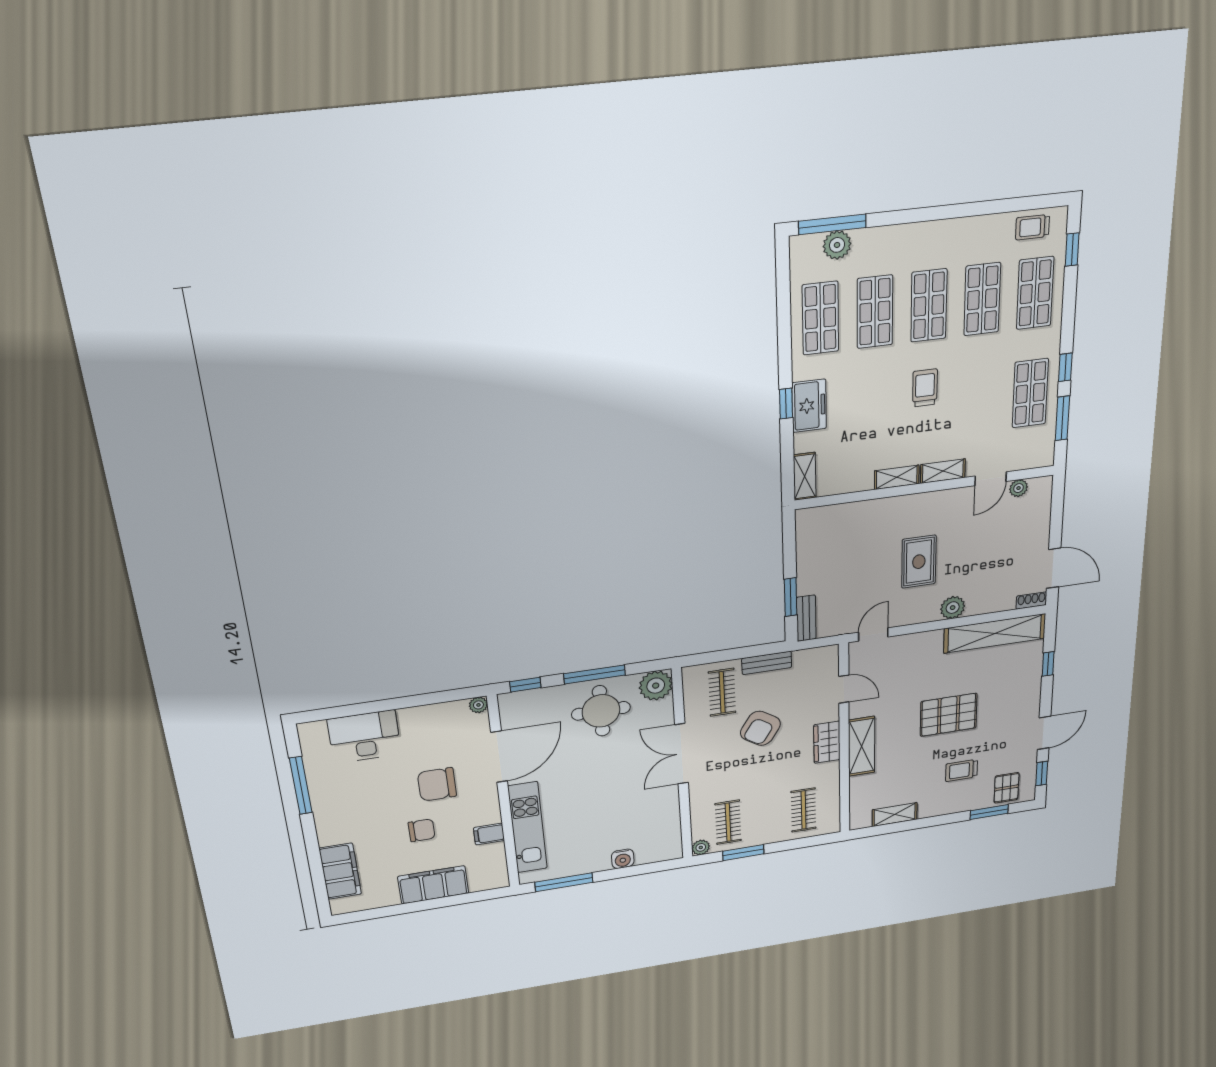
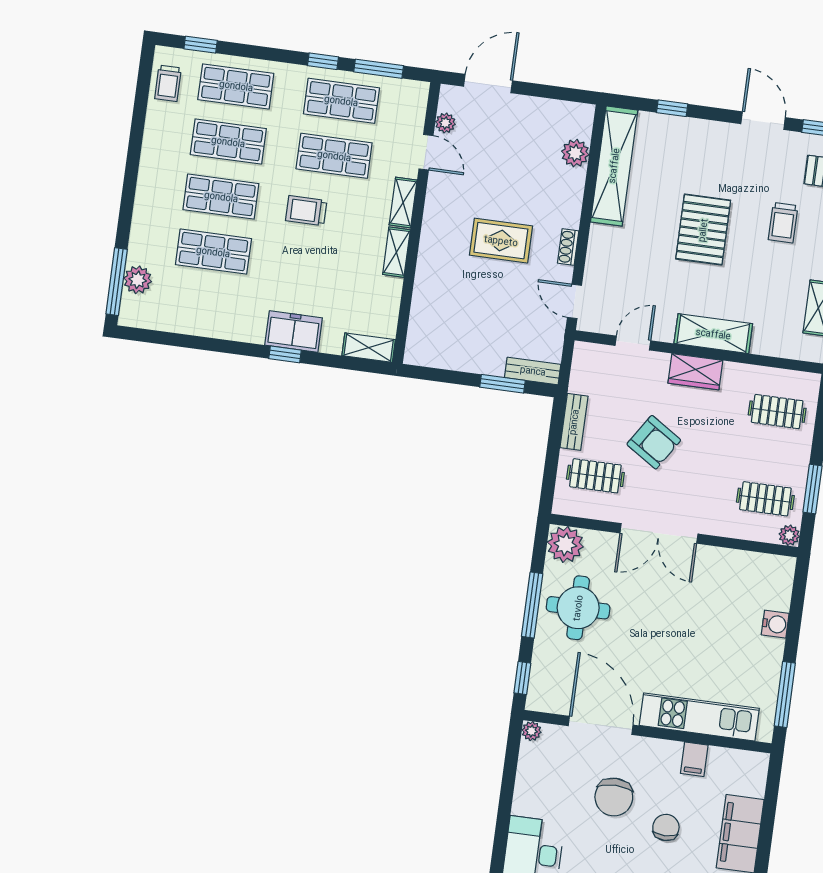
shop shelf: (820, 318) -> (334, 156), moved
door: (1054, 568) -> (488, 83), moved
shoe rack: (1031, 601) -> (568, 247), moved
plant: (953, 608) -> (575, 153), moved

